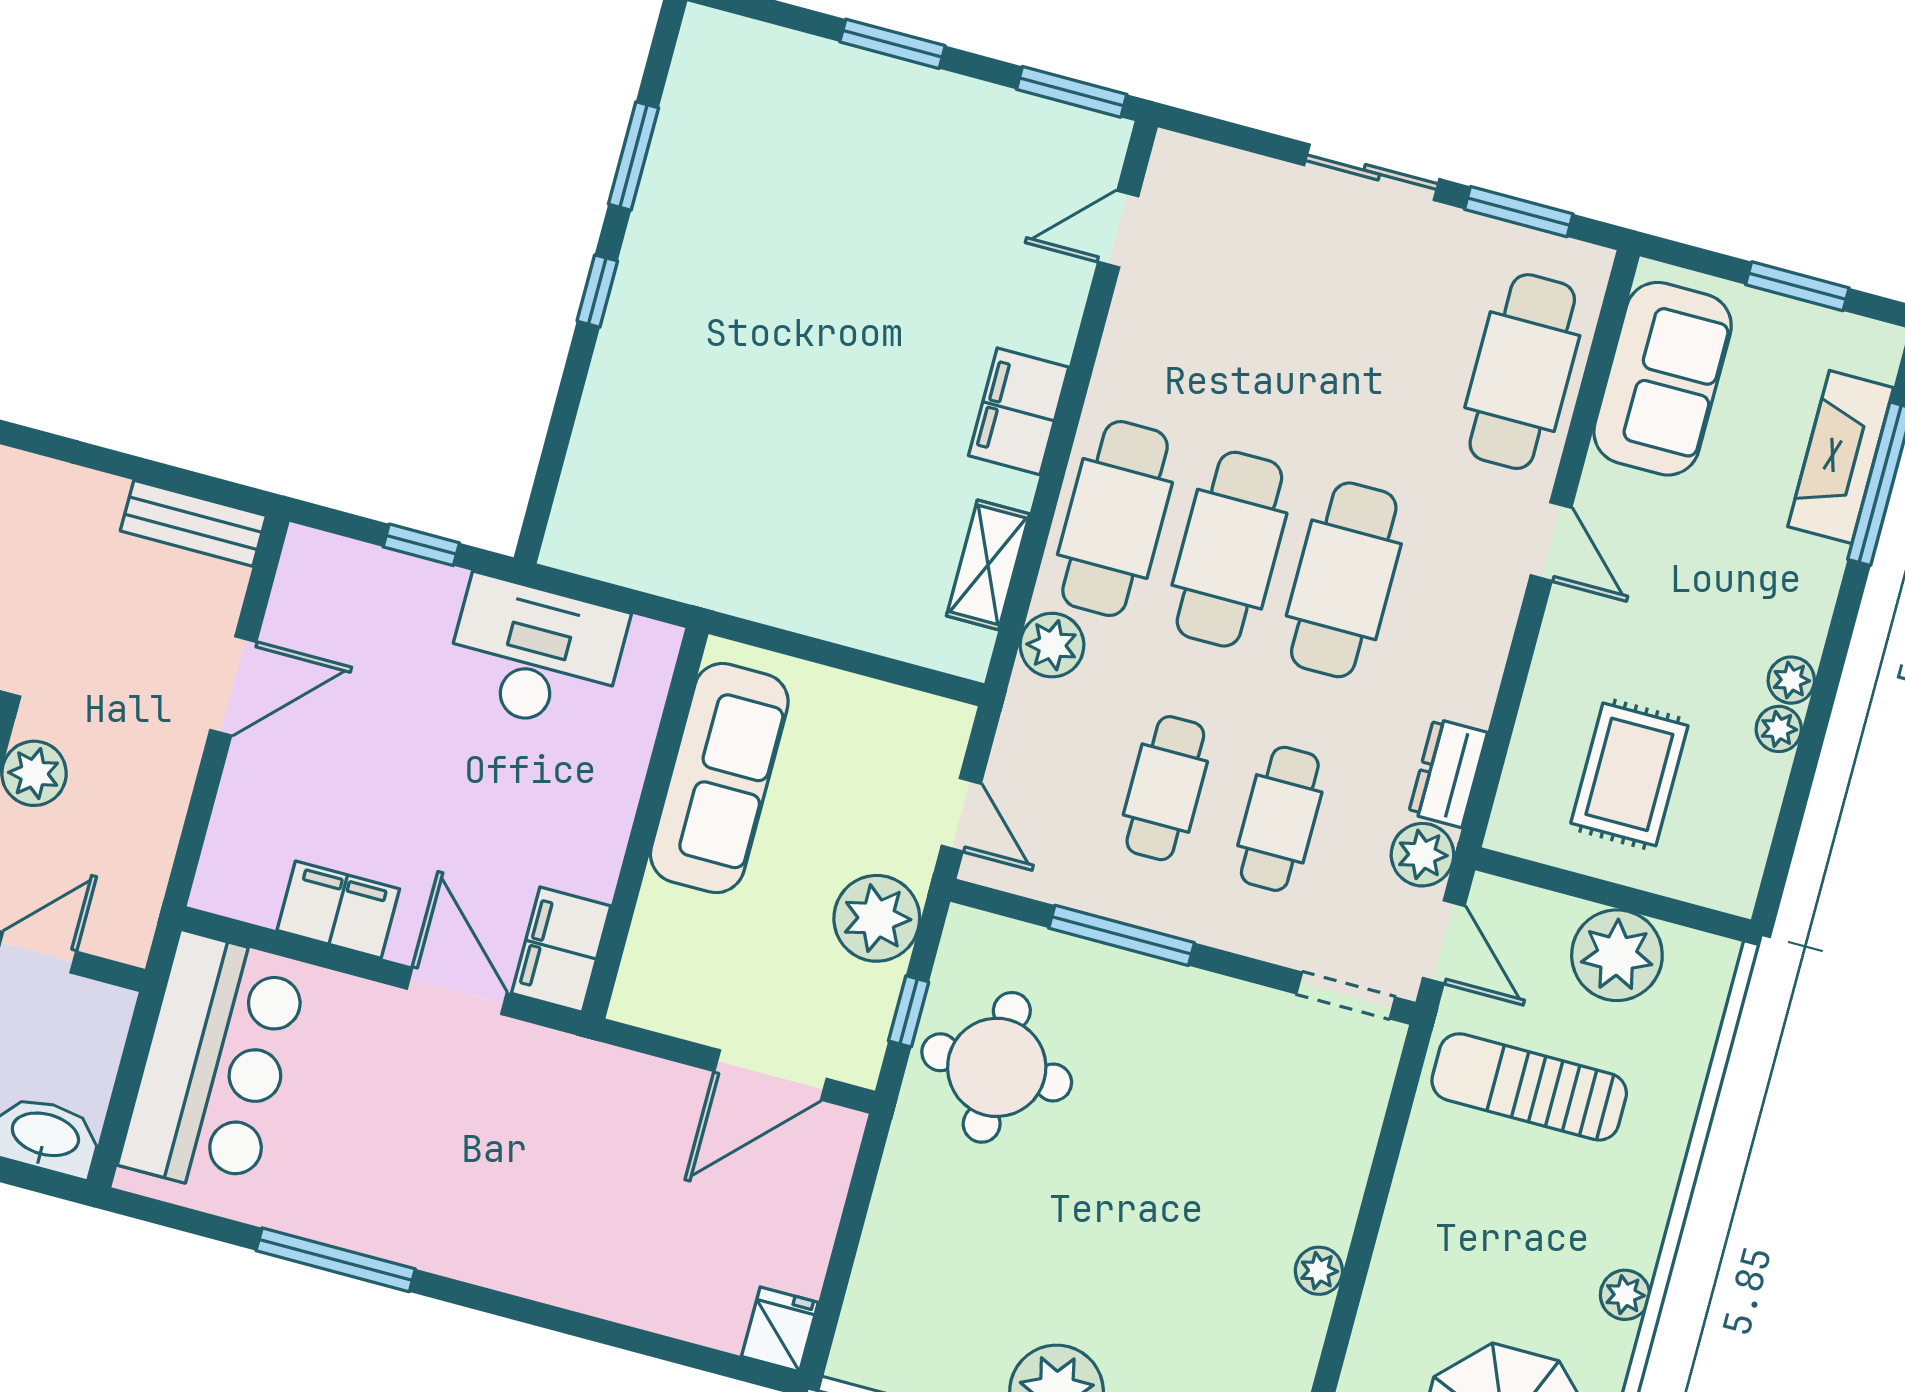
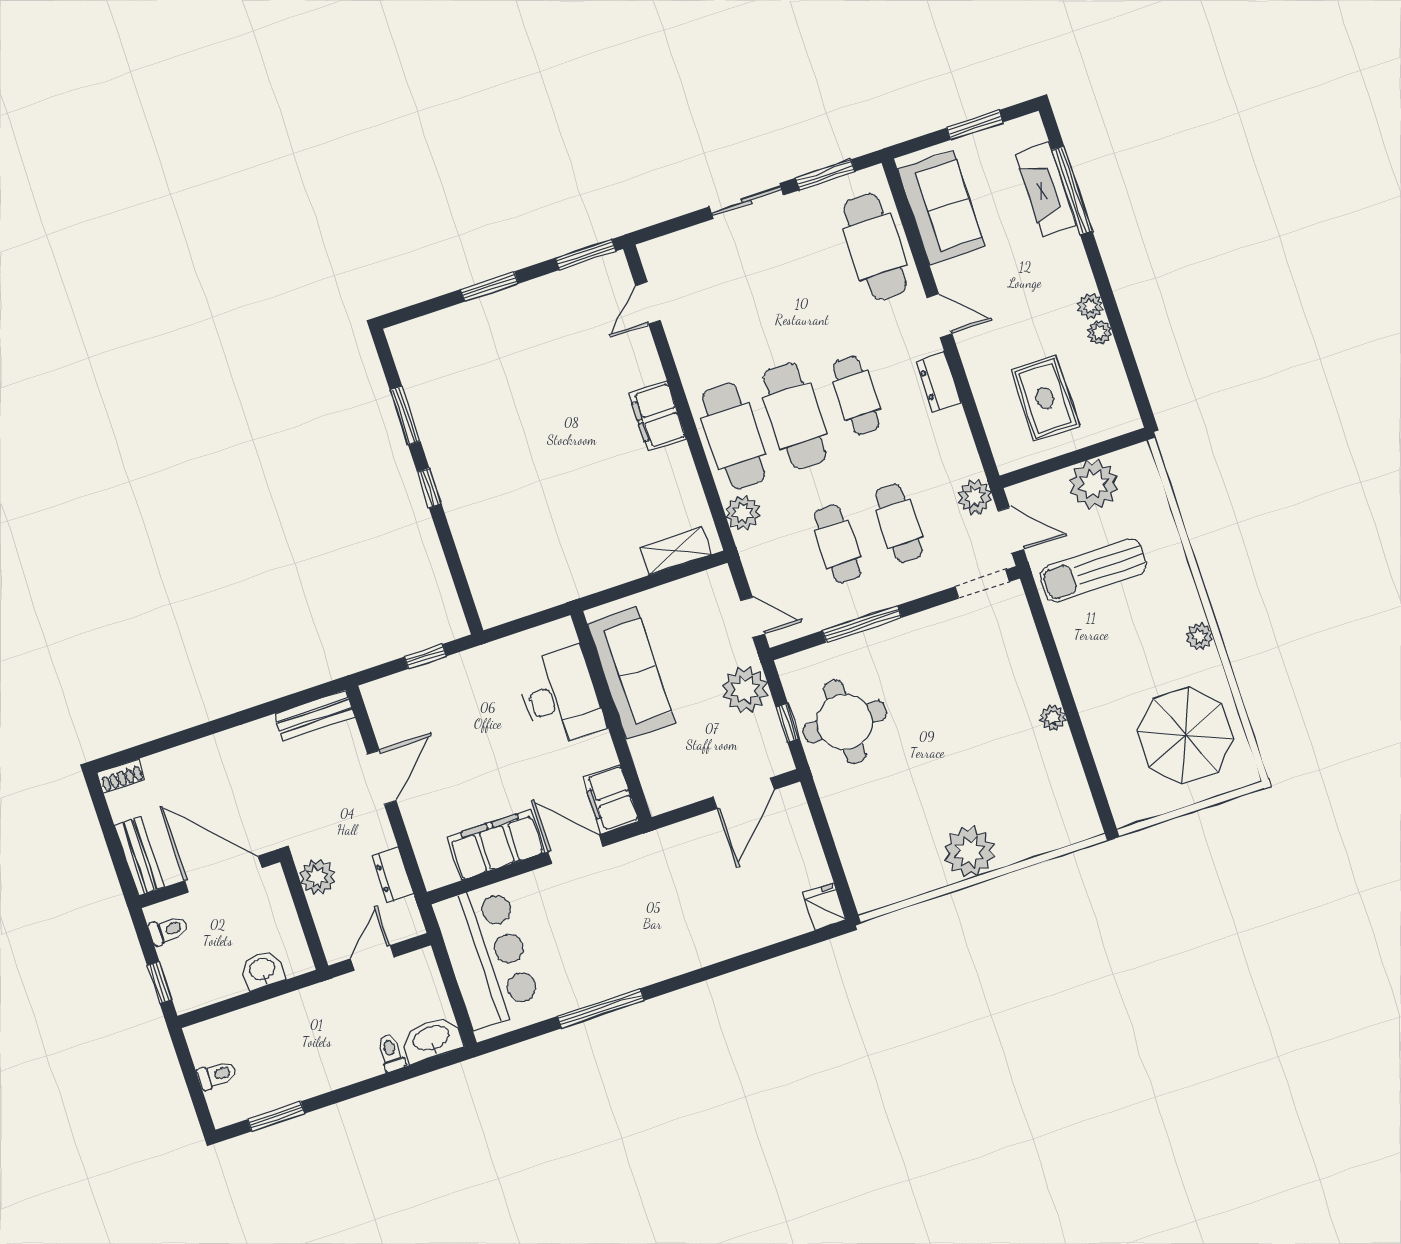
shelving: (988, 565) -> (675, 551), moved, turned 90
cafe table: (1344, 580) -> (856, 395), width x0.73, depth x0.74
desk: (535, 655) -> (561, 697), moved, turned 90
dresser: (1448, 773) -> (938, 381), moved
dresser: (152, 846) -> (393, 875), added
filing cabinet: (338, 910) -> (496, 845), width x1.50, depth x1.17

